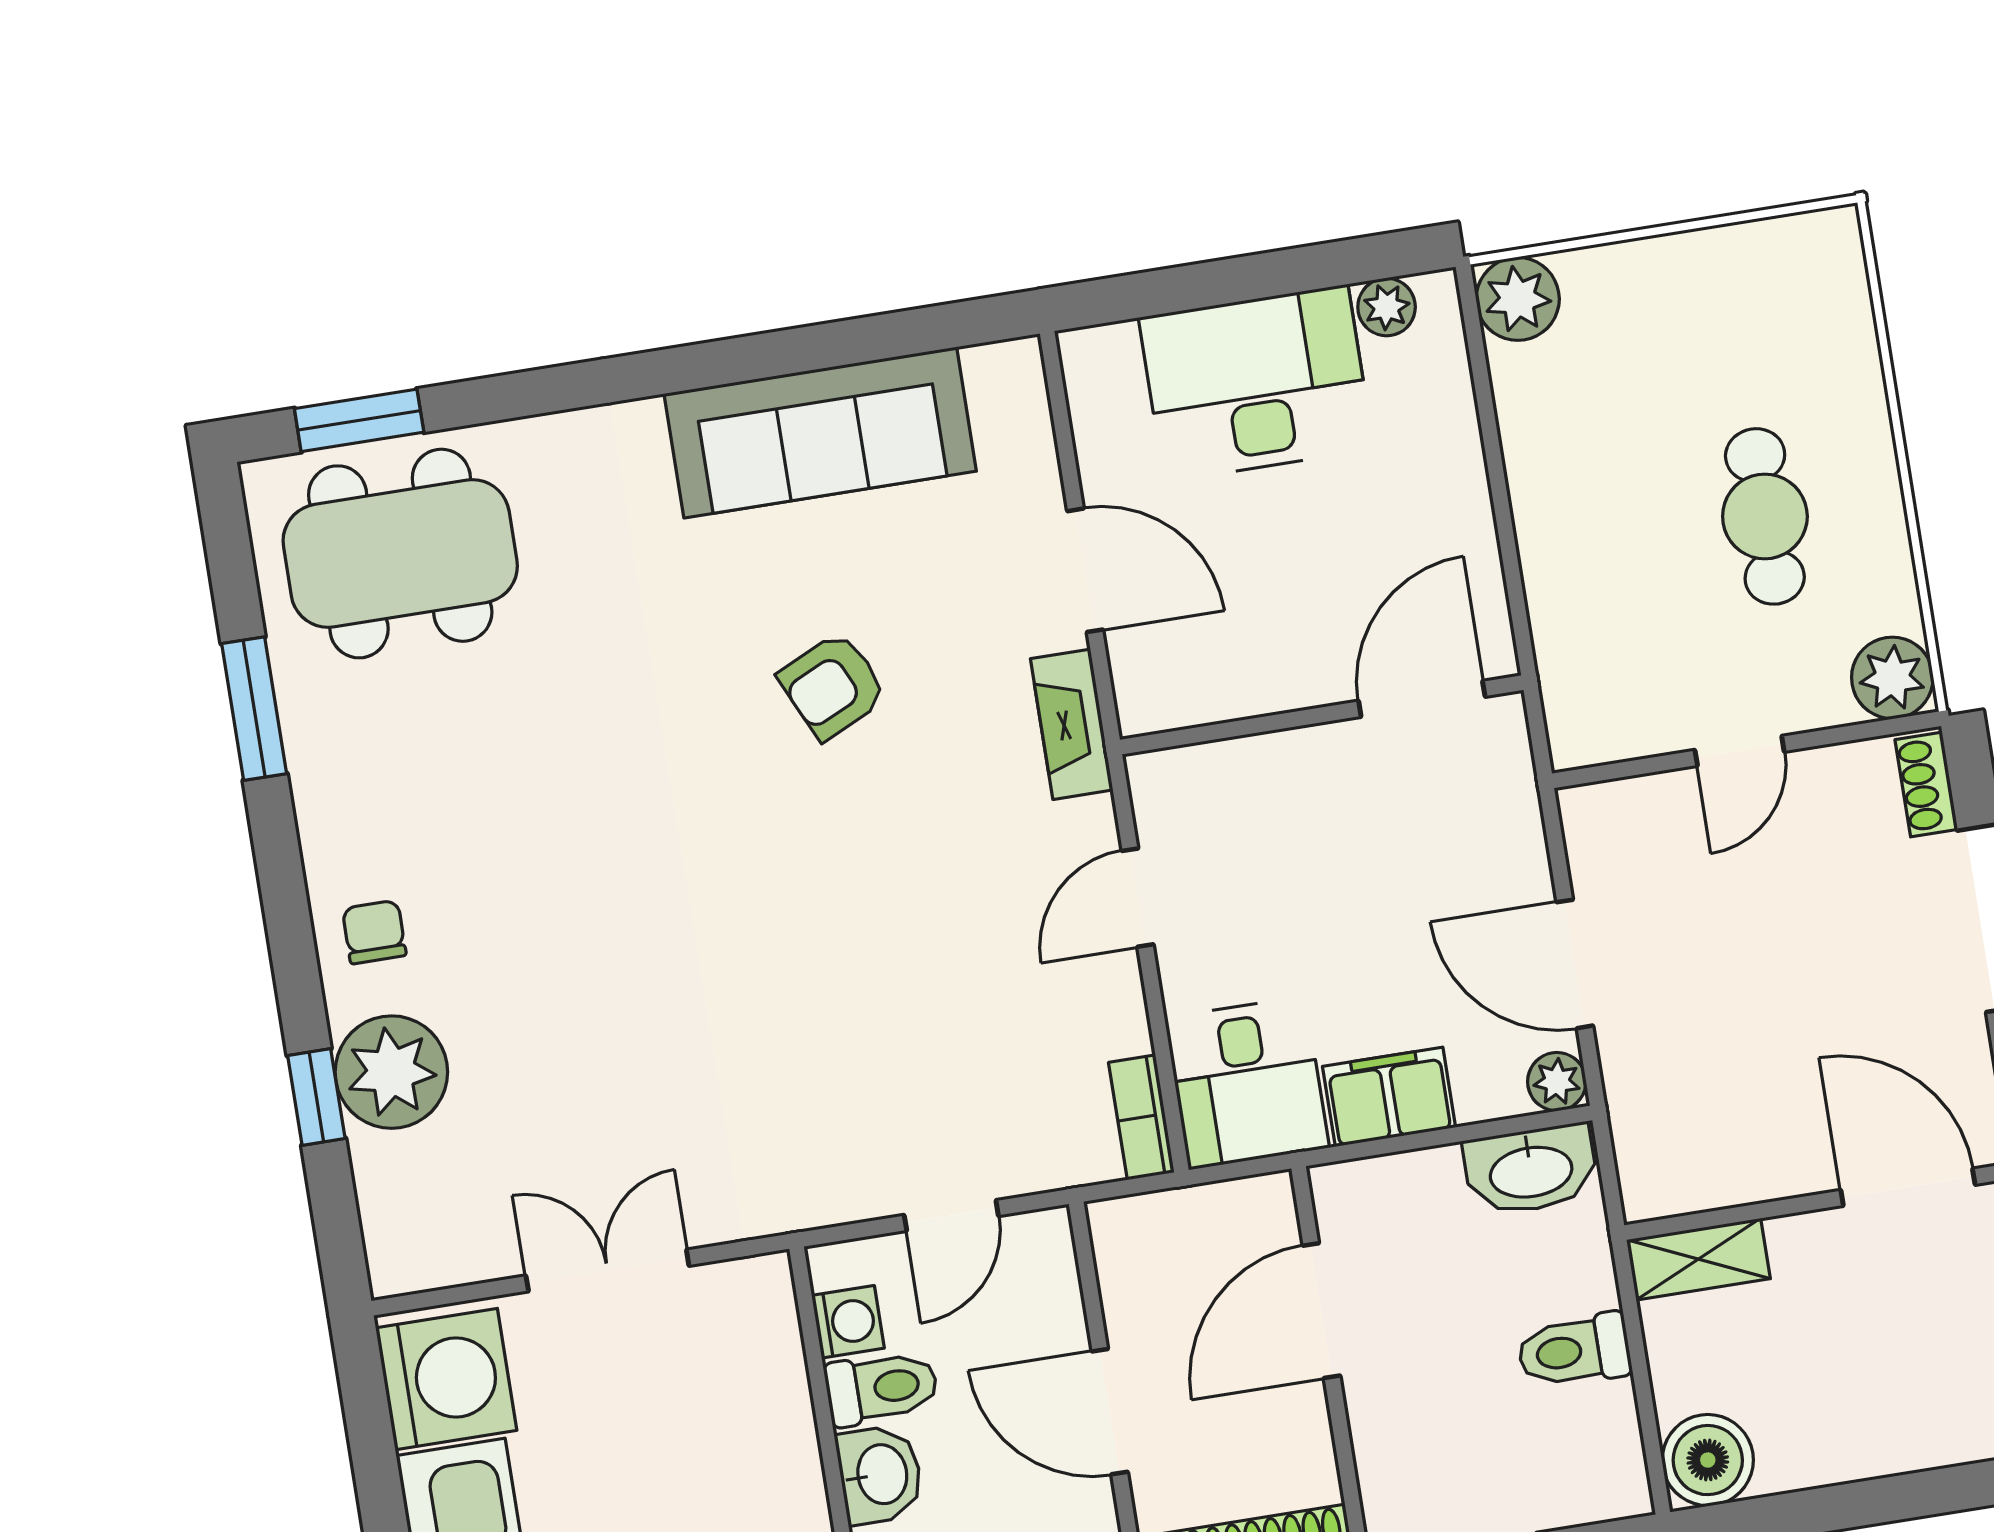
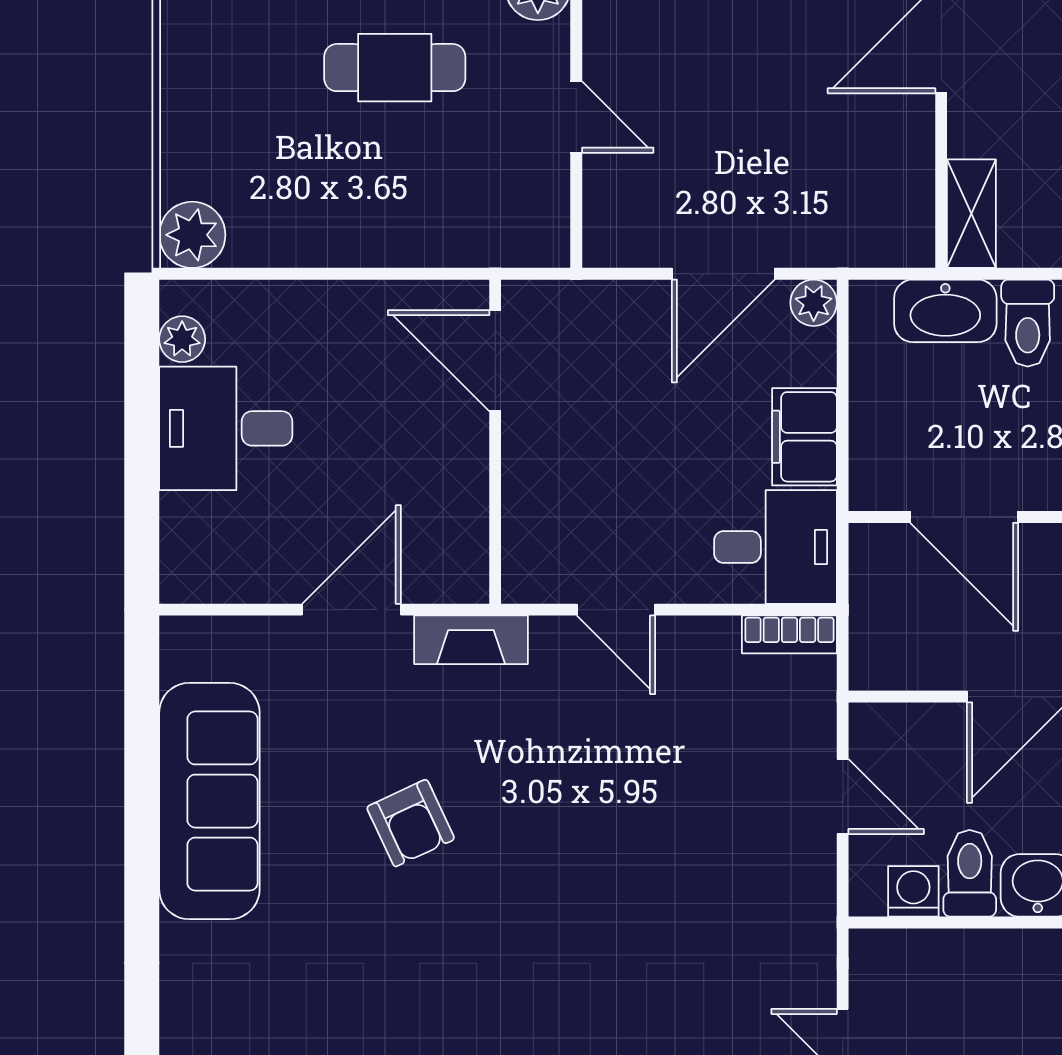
desk: (1256, 383) -> (226, 428), width x0.73
washbasin: (1531, 1170) -> (945, 311), moved, turned 90

